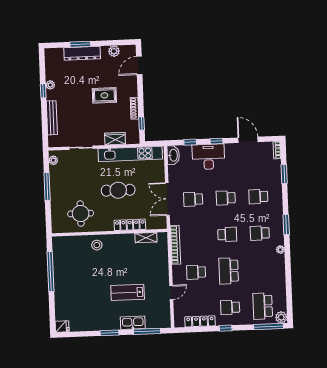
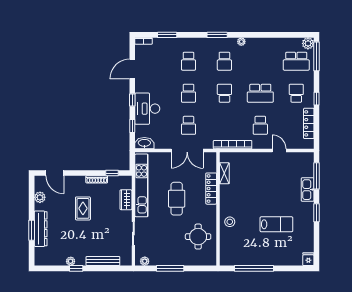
lab bench: (128, 292) -> (276, 224), moved, turned -90
school desk: (230, 307) -> (296, 93), turned 180

